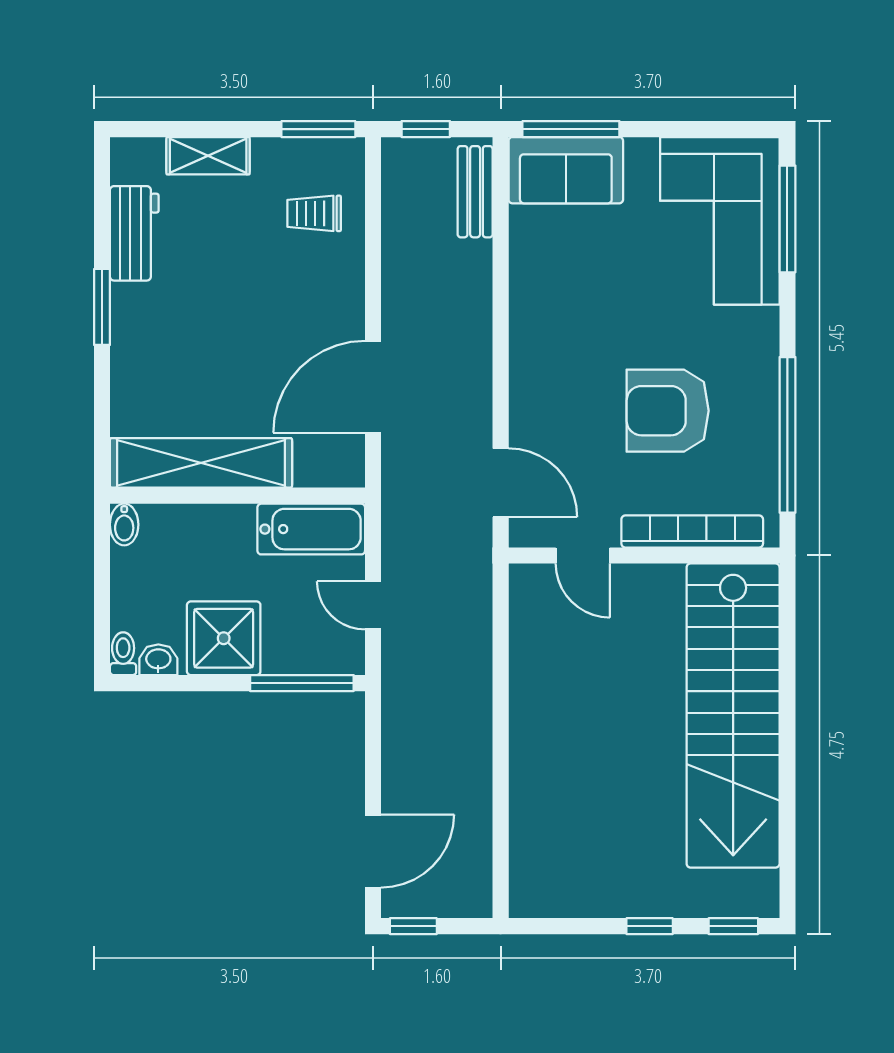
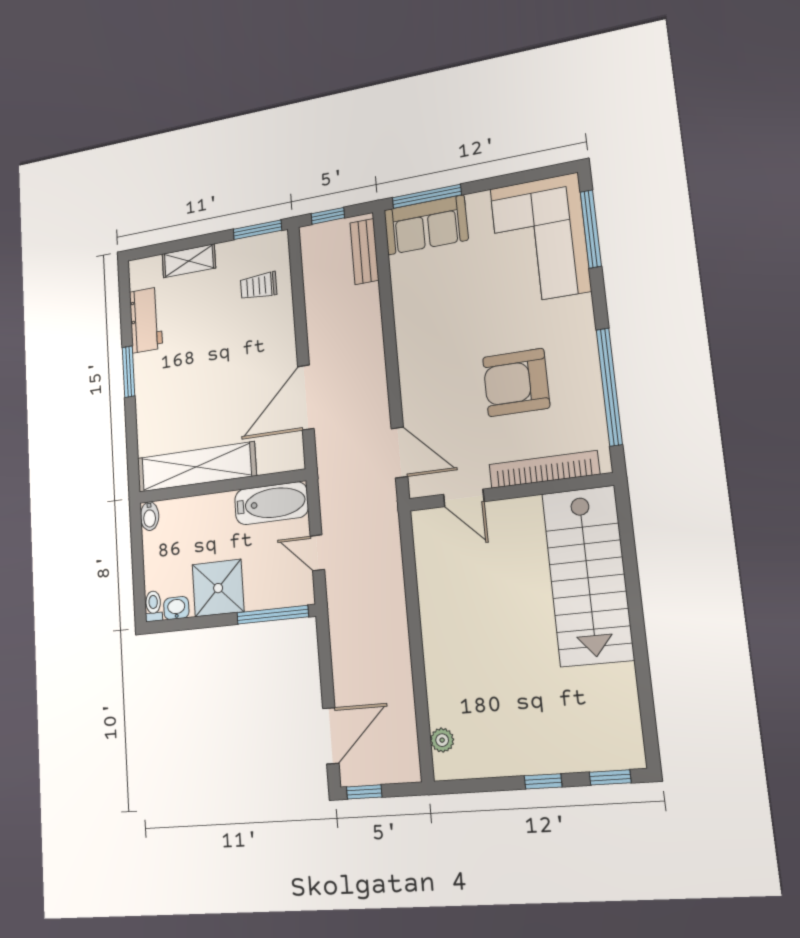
stairs: (733, 716) -> (588, 576), width x0.73
plant: (524, 867) -> (442, 740), added

